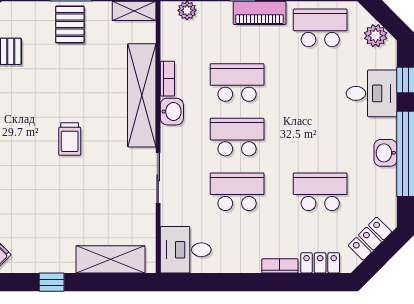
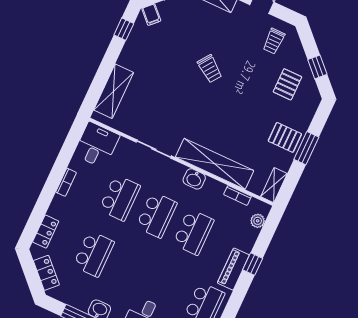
bookcase: (167, 79) -> (237, 195), moved
trolley: (70, 139) -> (210, 69), moved, turned -144
bookcase: (280, 266) -> (66, 182), moved
window: (52, 282) -> (124, 29), moved

